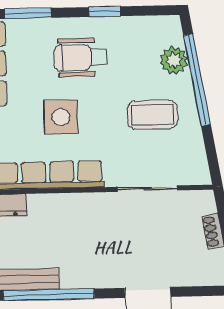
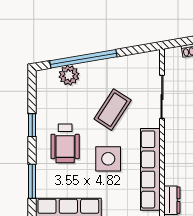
coffee table: (152, 115) -> (113, 110), moved, turned 33

